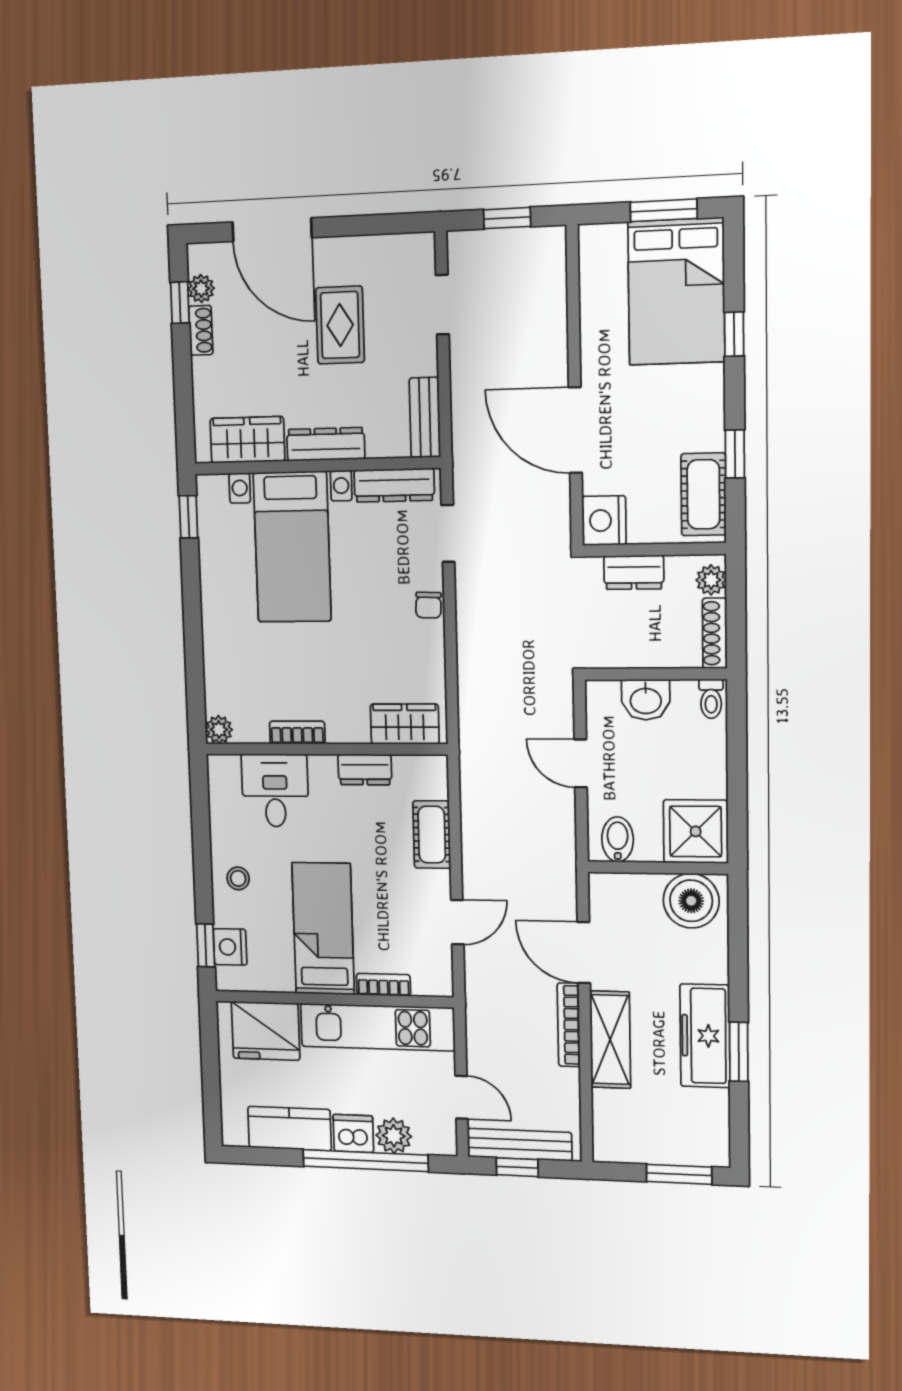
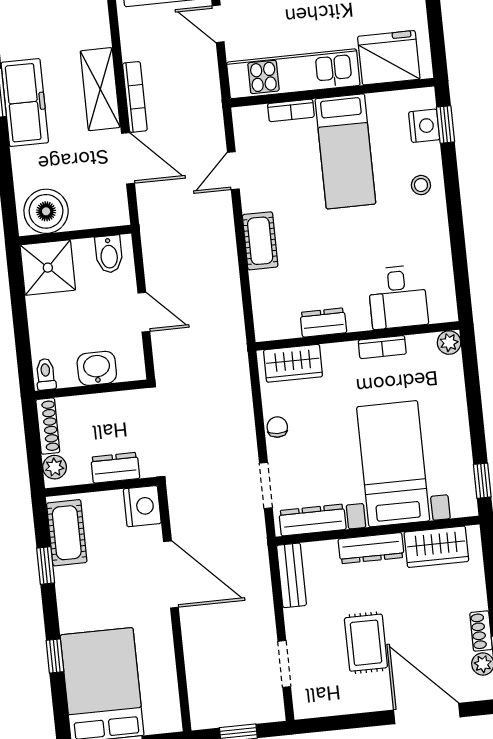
wardrobe: (405, 724) -> (293, 363), moved
plant: (219, 730) -> (449, 343), moved
bookcase: (297, 732) -> (382, 347), moved
wall: (325, 749) -> (357, 336), moved
dresser: (365, 770) -> (323, 322), moved
desk: (275, 790) -> (398, 297), moved

